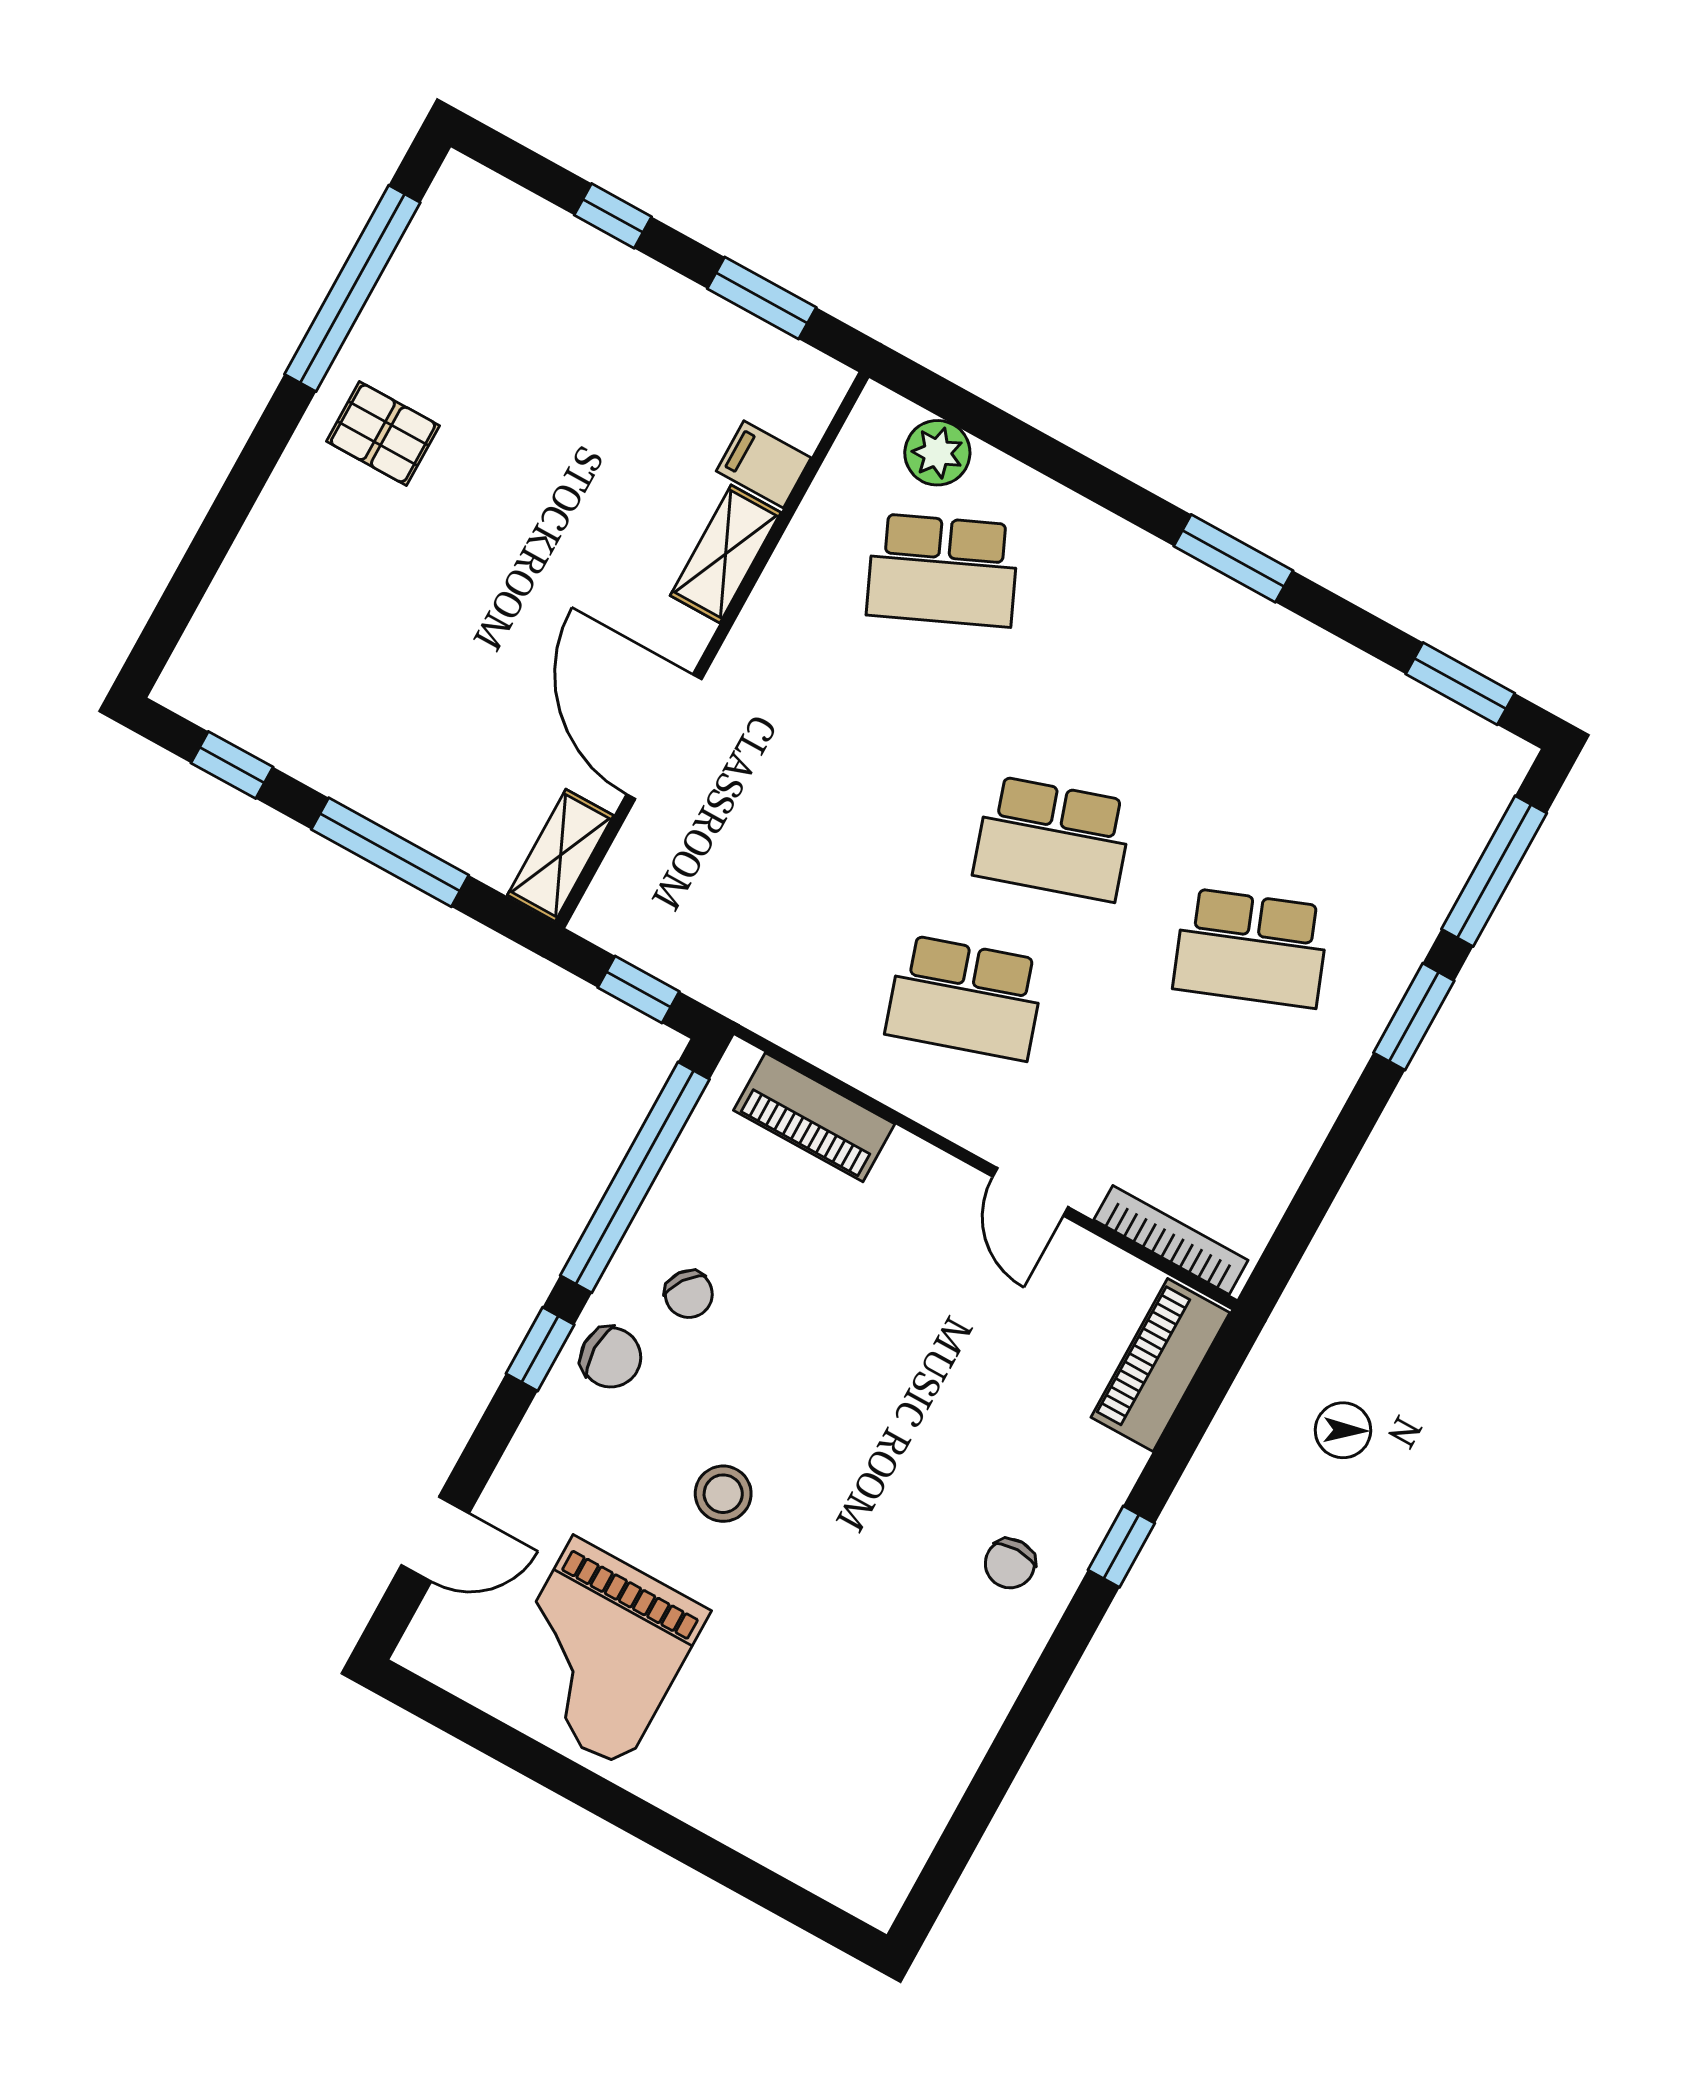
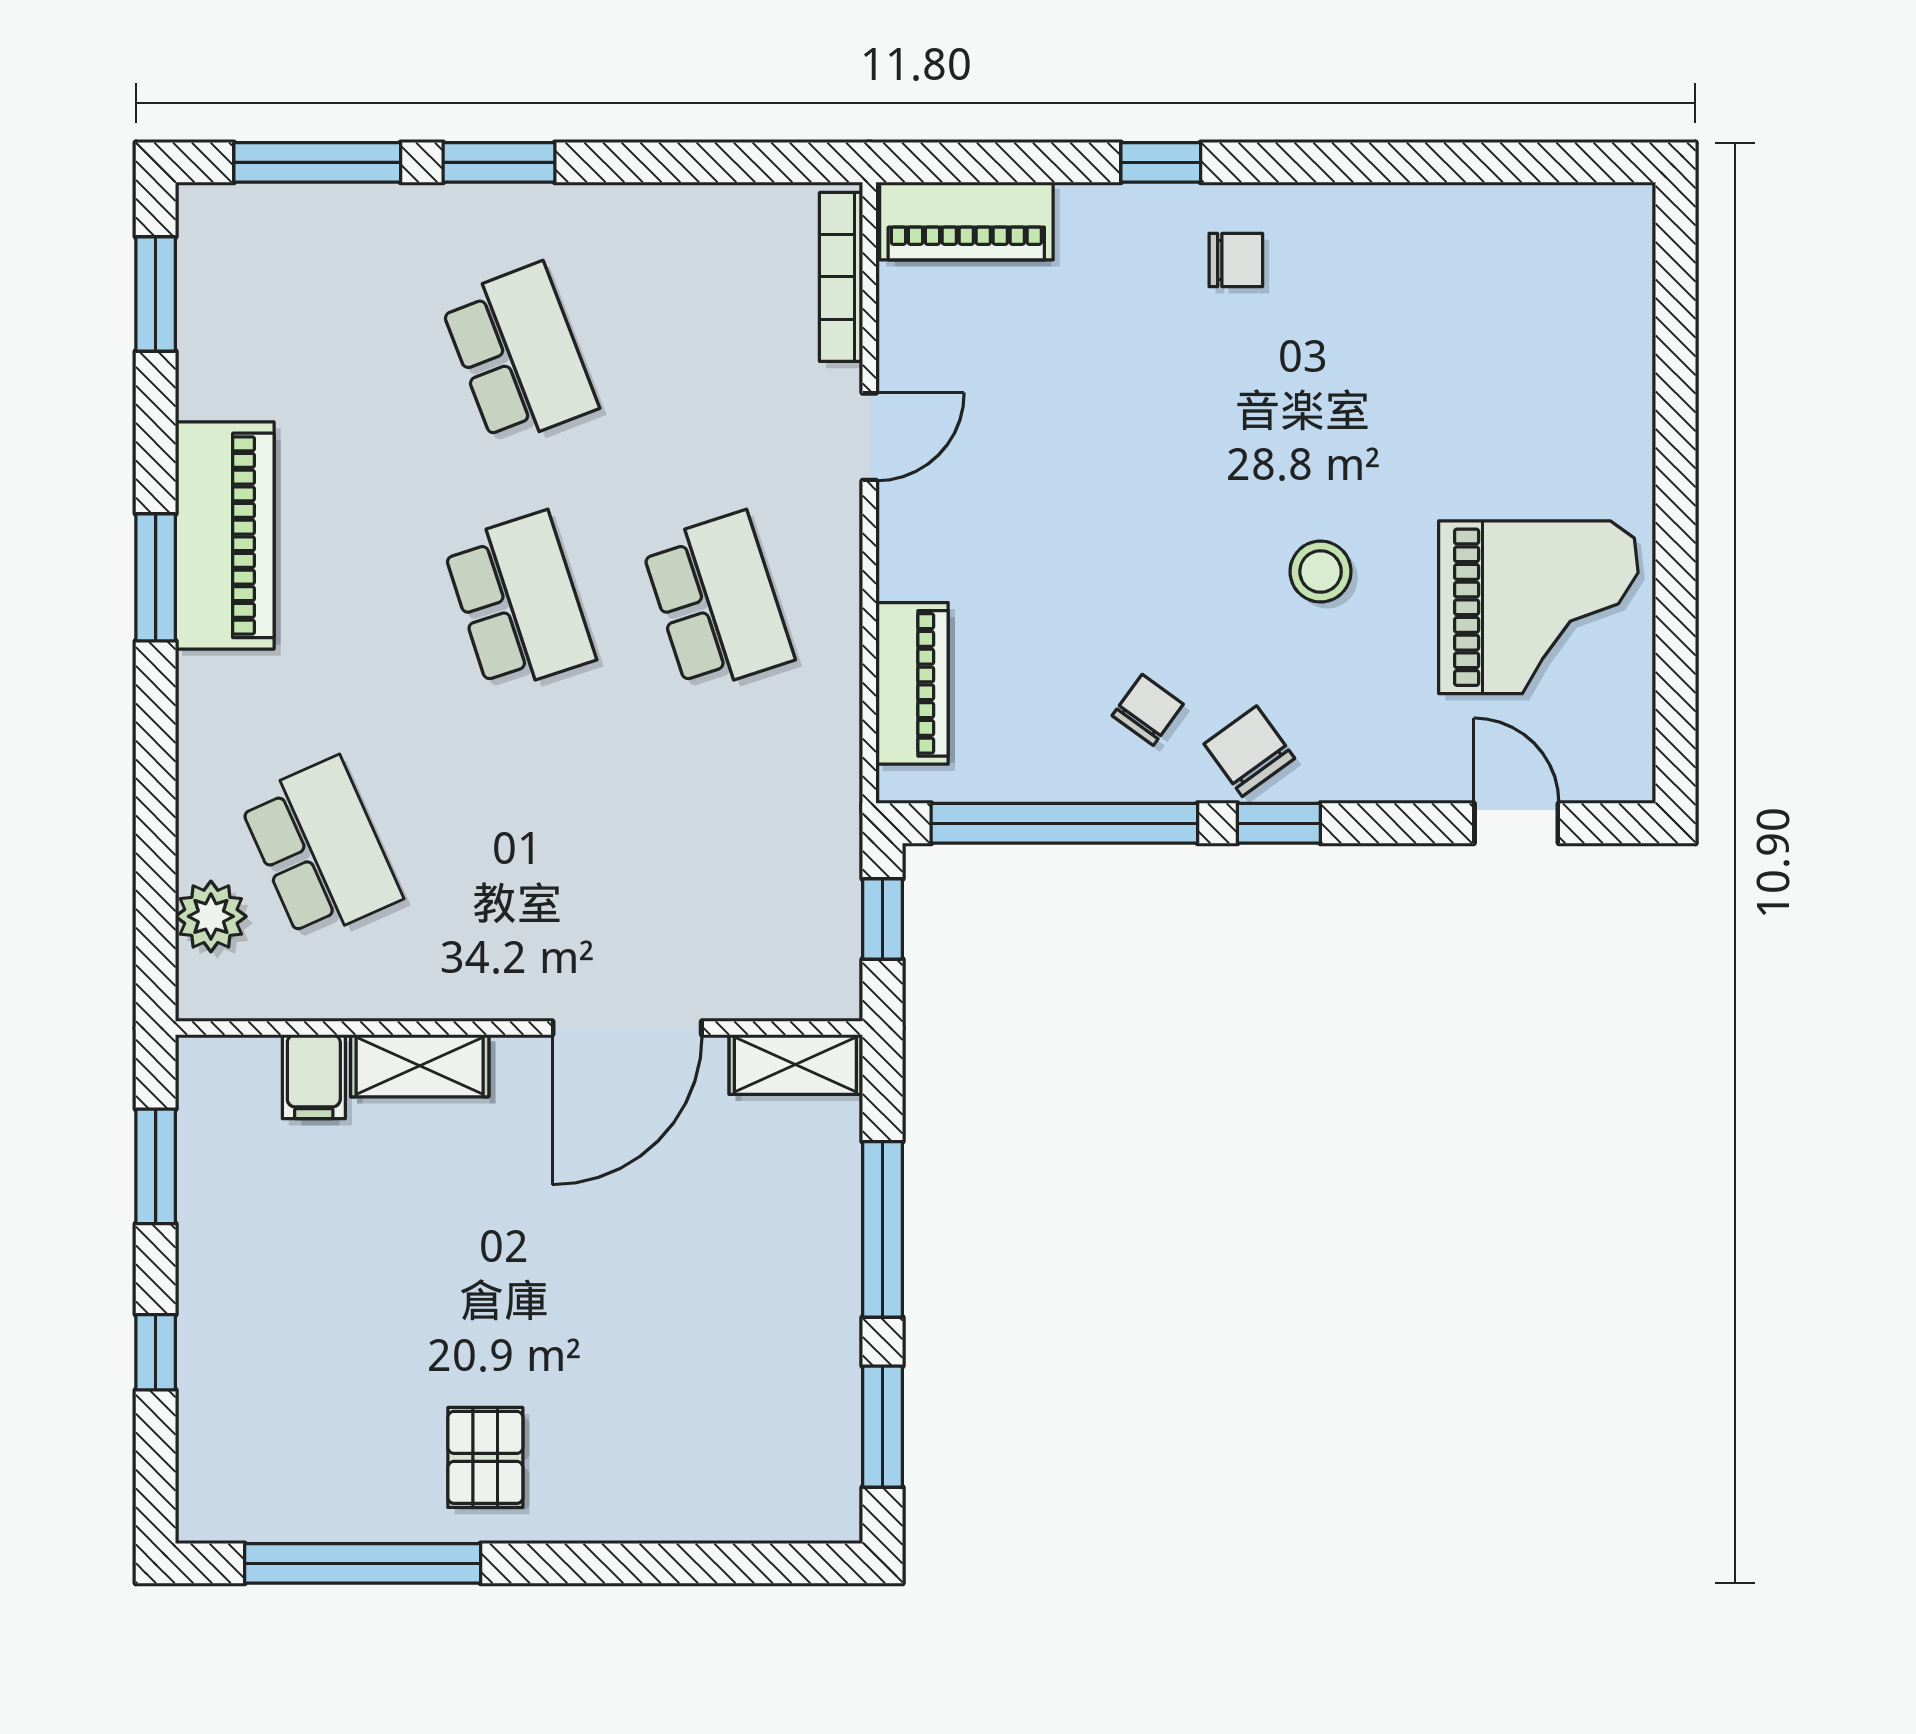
piano: (1236, 632) -> (225, 535), added
window: (232, 765) -> (883, 1427), width x1.50
chair: (611, 1357) -> (1249, 751), turned -36

